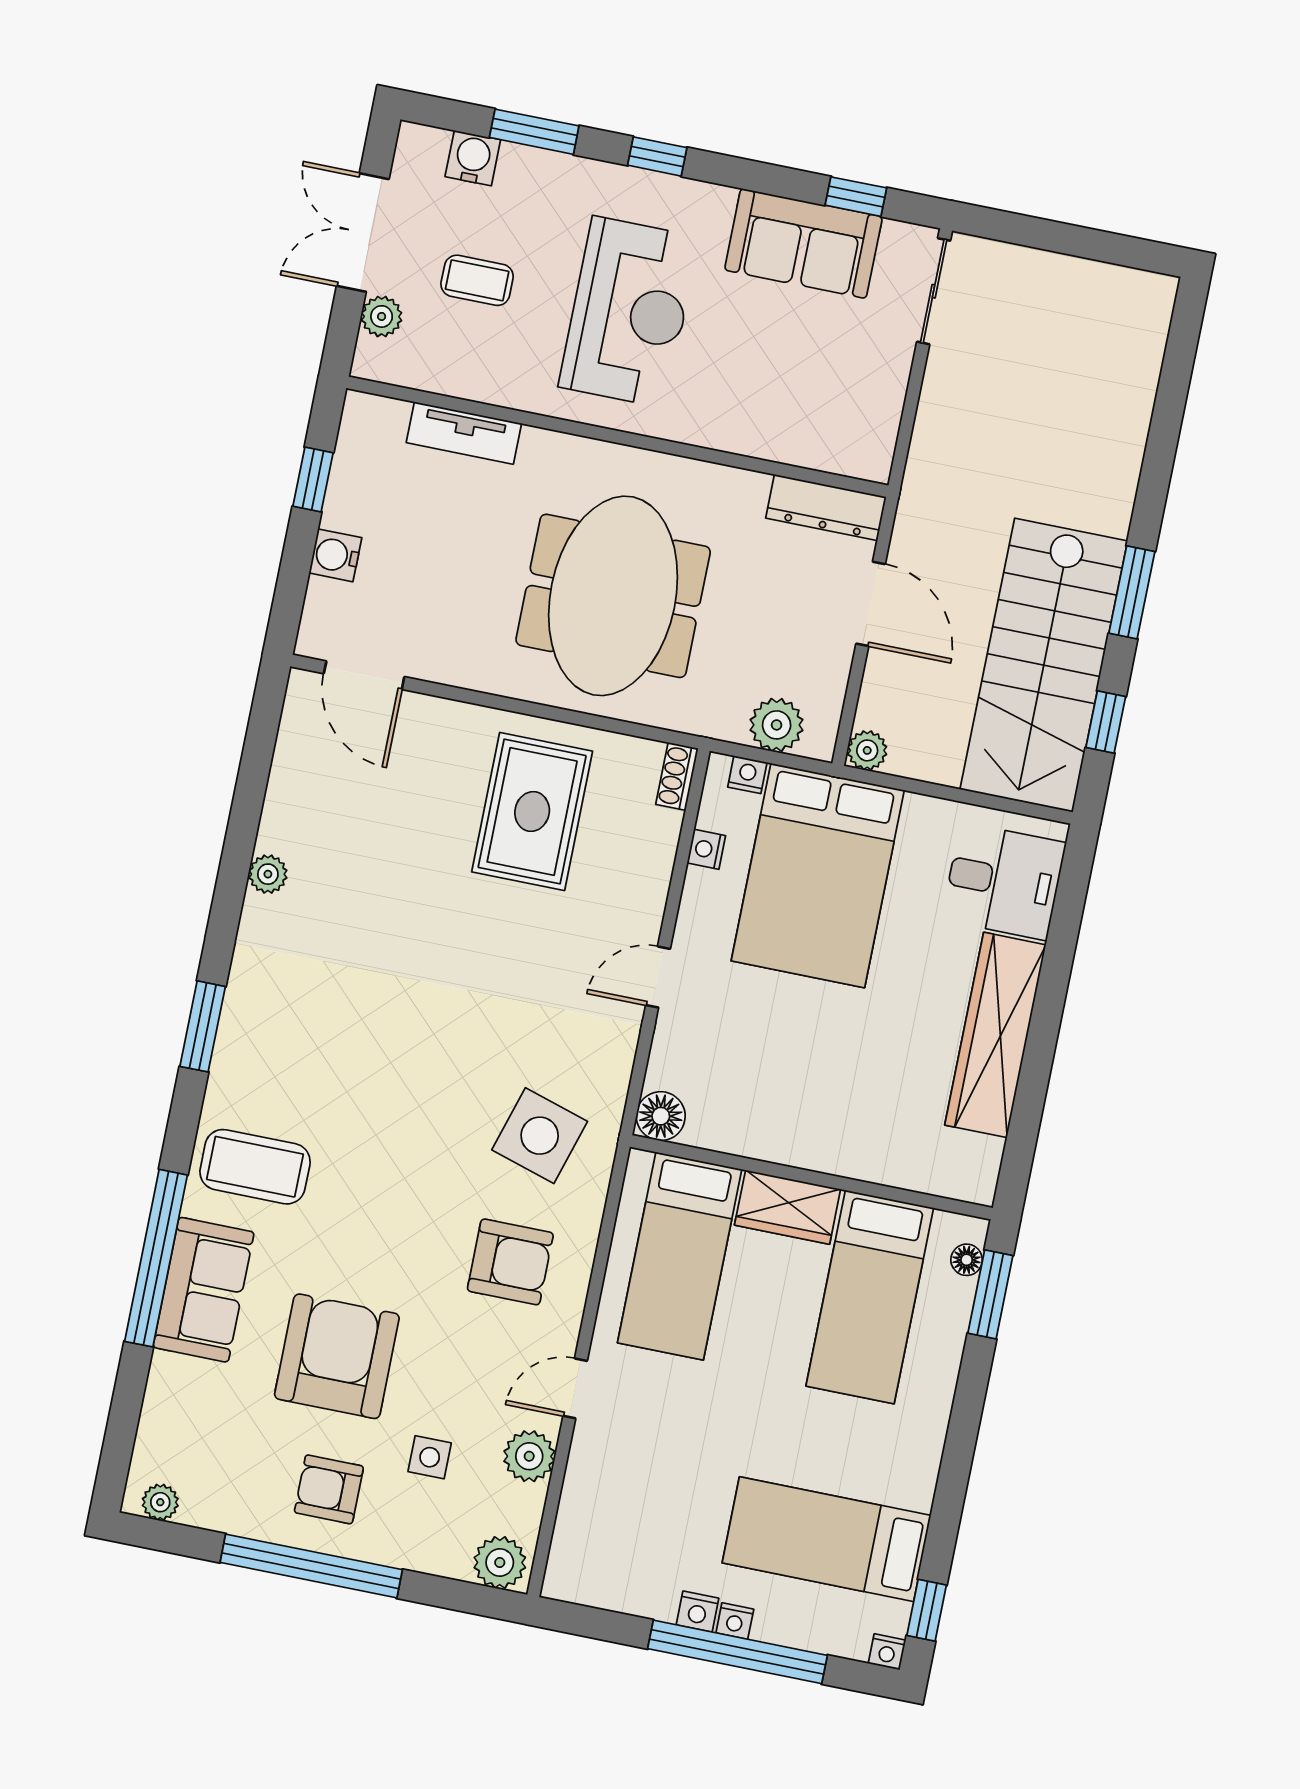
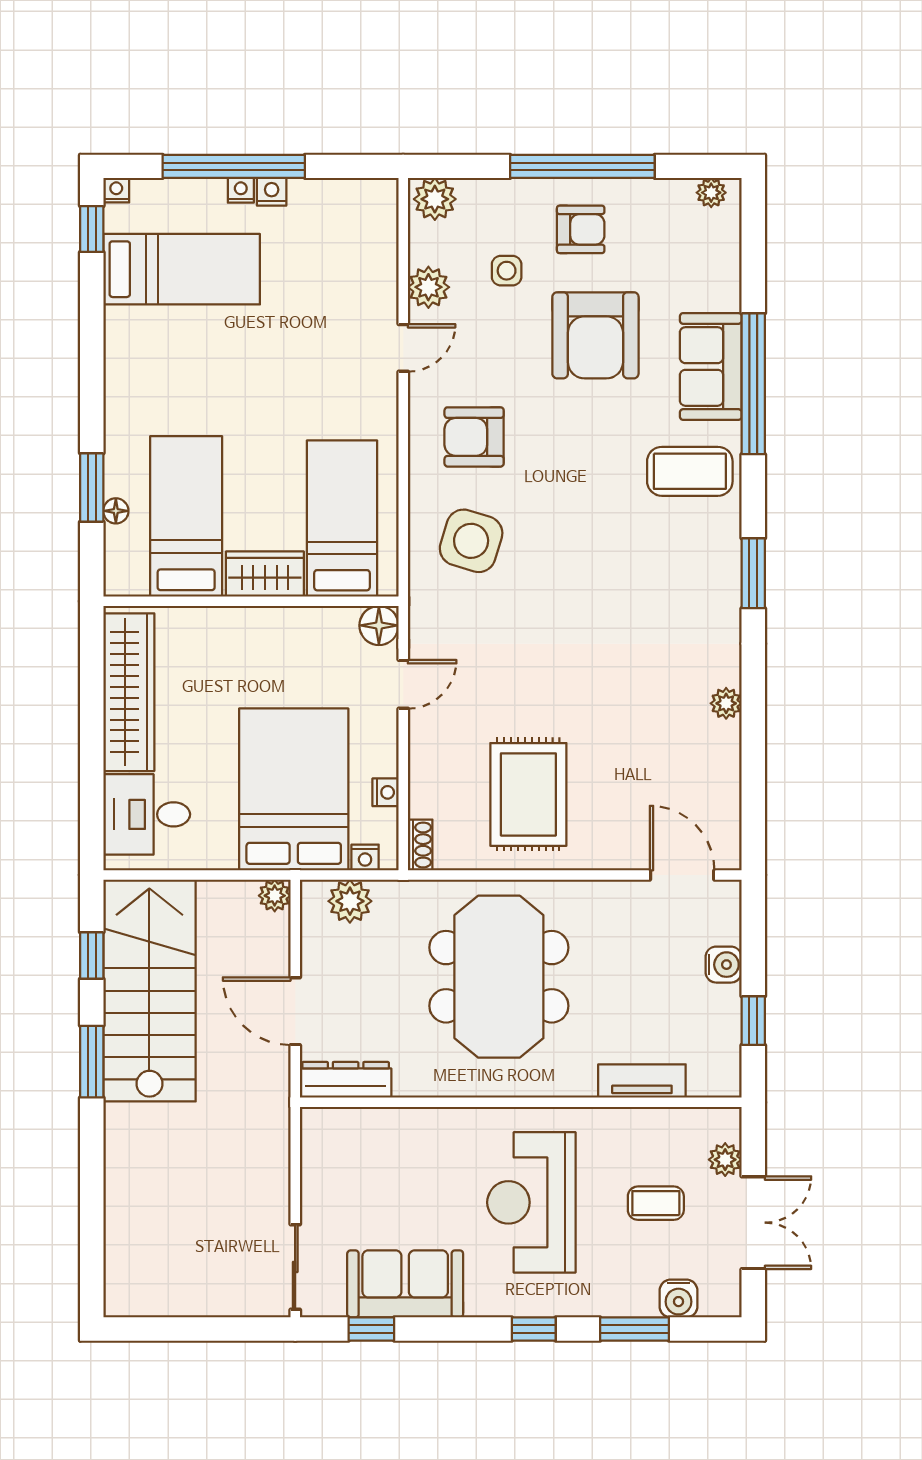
floor lamp: (661, 1116) -> (379, 625), moved
wall: (811, 1177) -> (251, 601), moved
wardrobe: (788, 1207) -> (265, 574), moved
bed: (680, 1256) -> (342, 519), moved
bed: (870, 1297) -> (186, 516), moved

